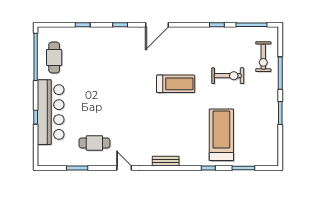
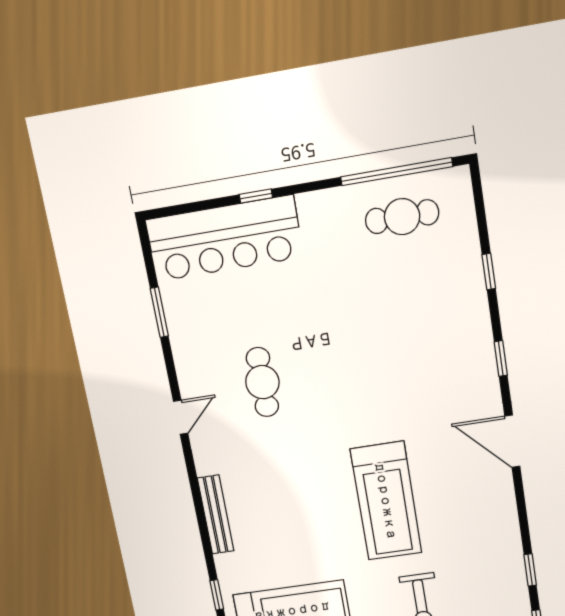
treadmill: (176, 84) -> (386, 501), width x1.37, depth x1.38
bar counter: (51, 112) -> (224, 238), moved
cafe table: (94, 143) -> (262, 382), moved
bench: (166, 161) -> (216, 515), width x1.36

